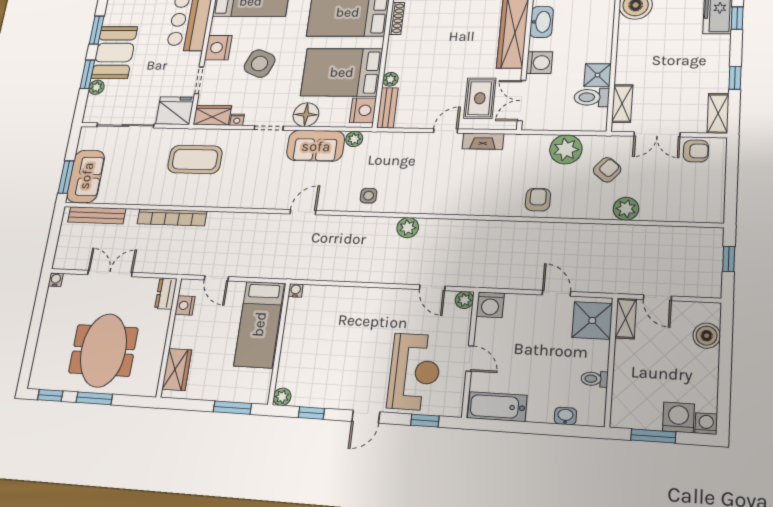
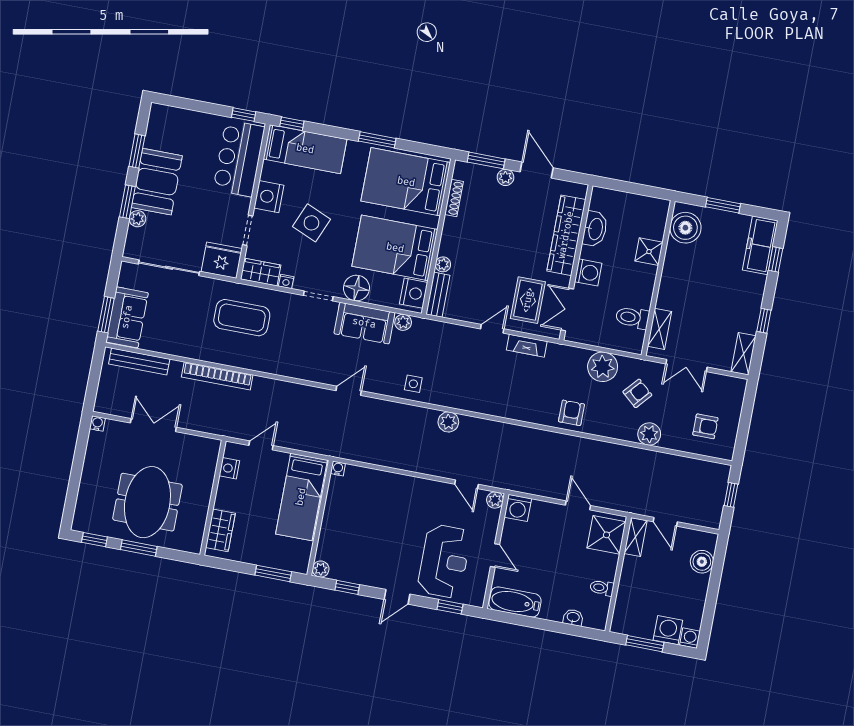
shower: (598, 75) -> (649, 252), moved
armchair: (696, 151) -> (705, 426), moved
door: (216, 278) -> (261, 445), swing flipped
dresser: (166, 293) -> (210, 454), removed

